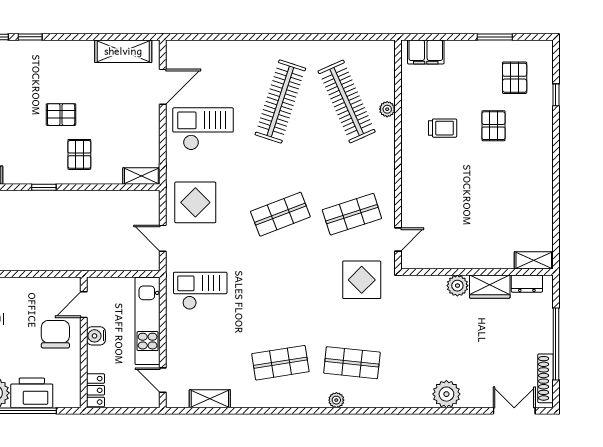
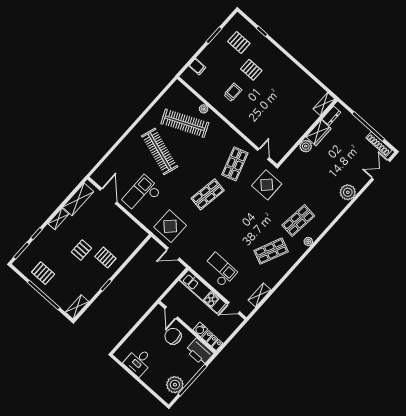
filing cabinet: (426, 52) -> (197, 67), width x0.50
shelving: (141, 176) -> (58, 219), moved
shop shelf: (280, 214) -> (208, 194), turned 30
checkout: (200, 291) -> (220, 270), moved, turned 90
water cooler: (96, 336) -> (200, 329), moved
shop shelf: (280, 363) -> (271, 251), turned 33
printer: (32, 393) -> (200, 352), moved, turned -90

